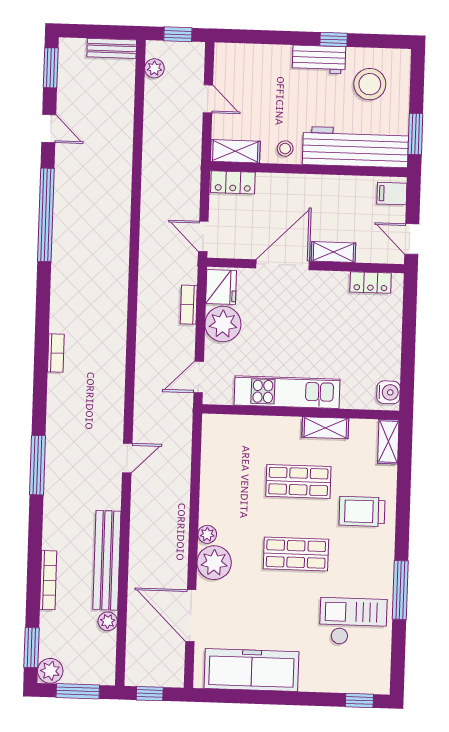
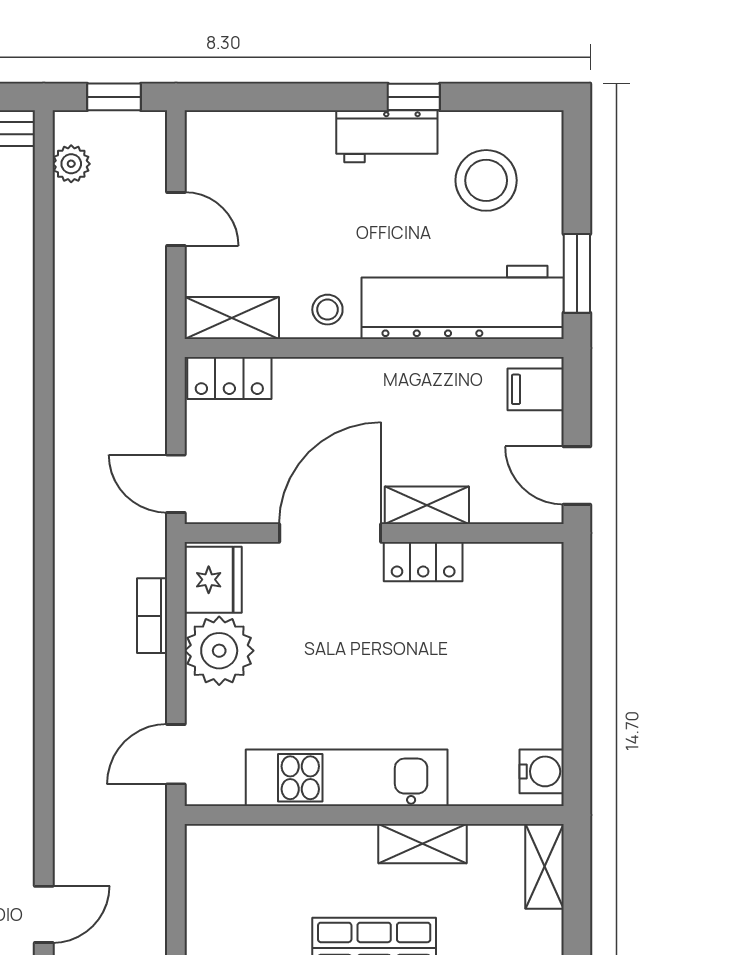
locker: (371, 283) -> (423, 562), moved

